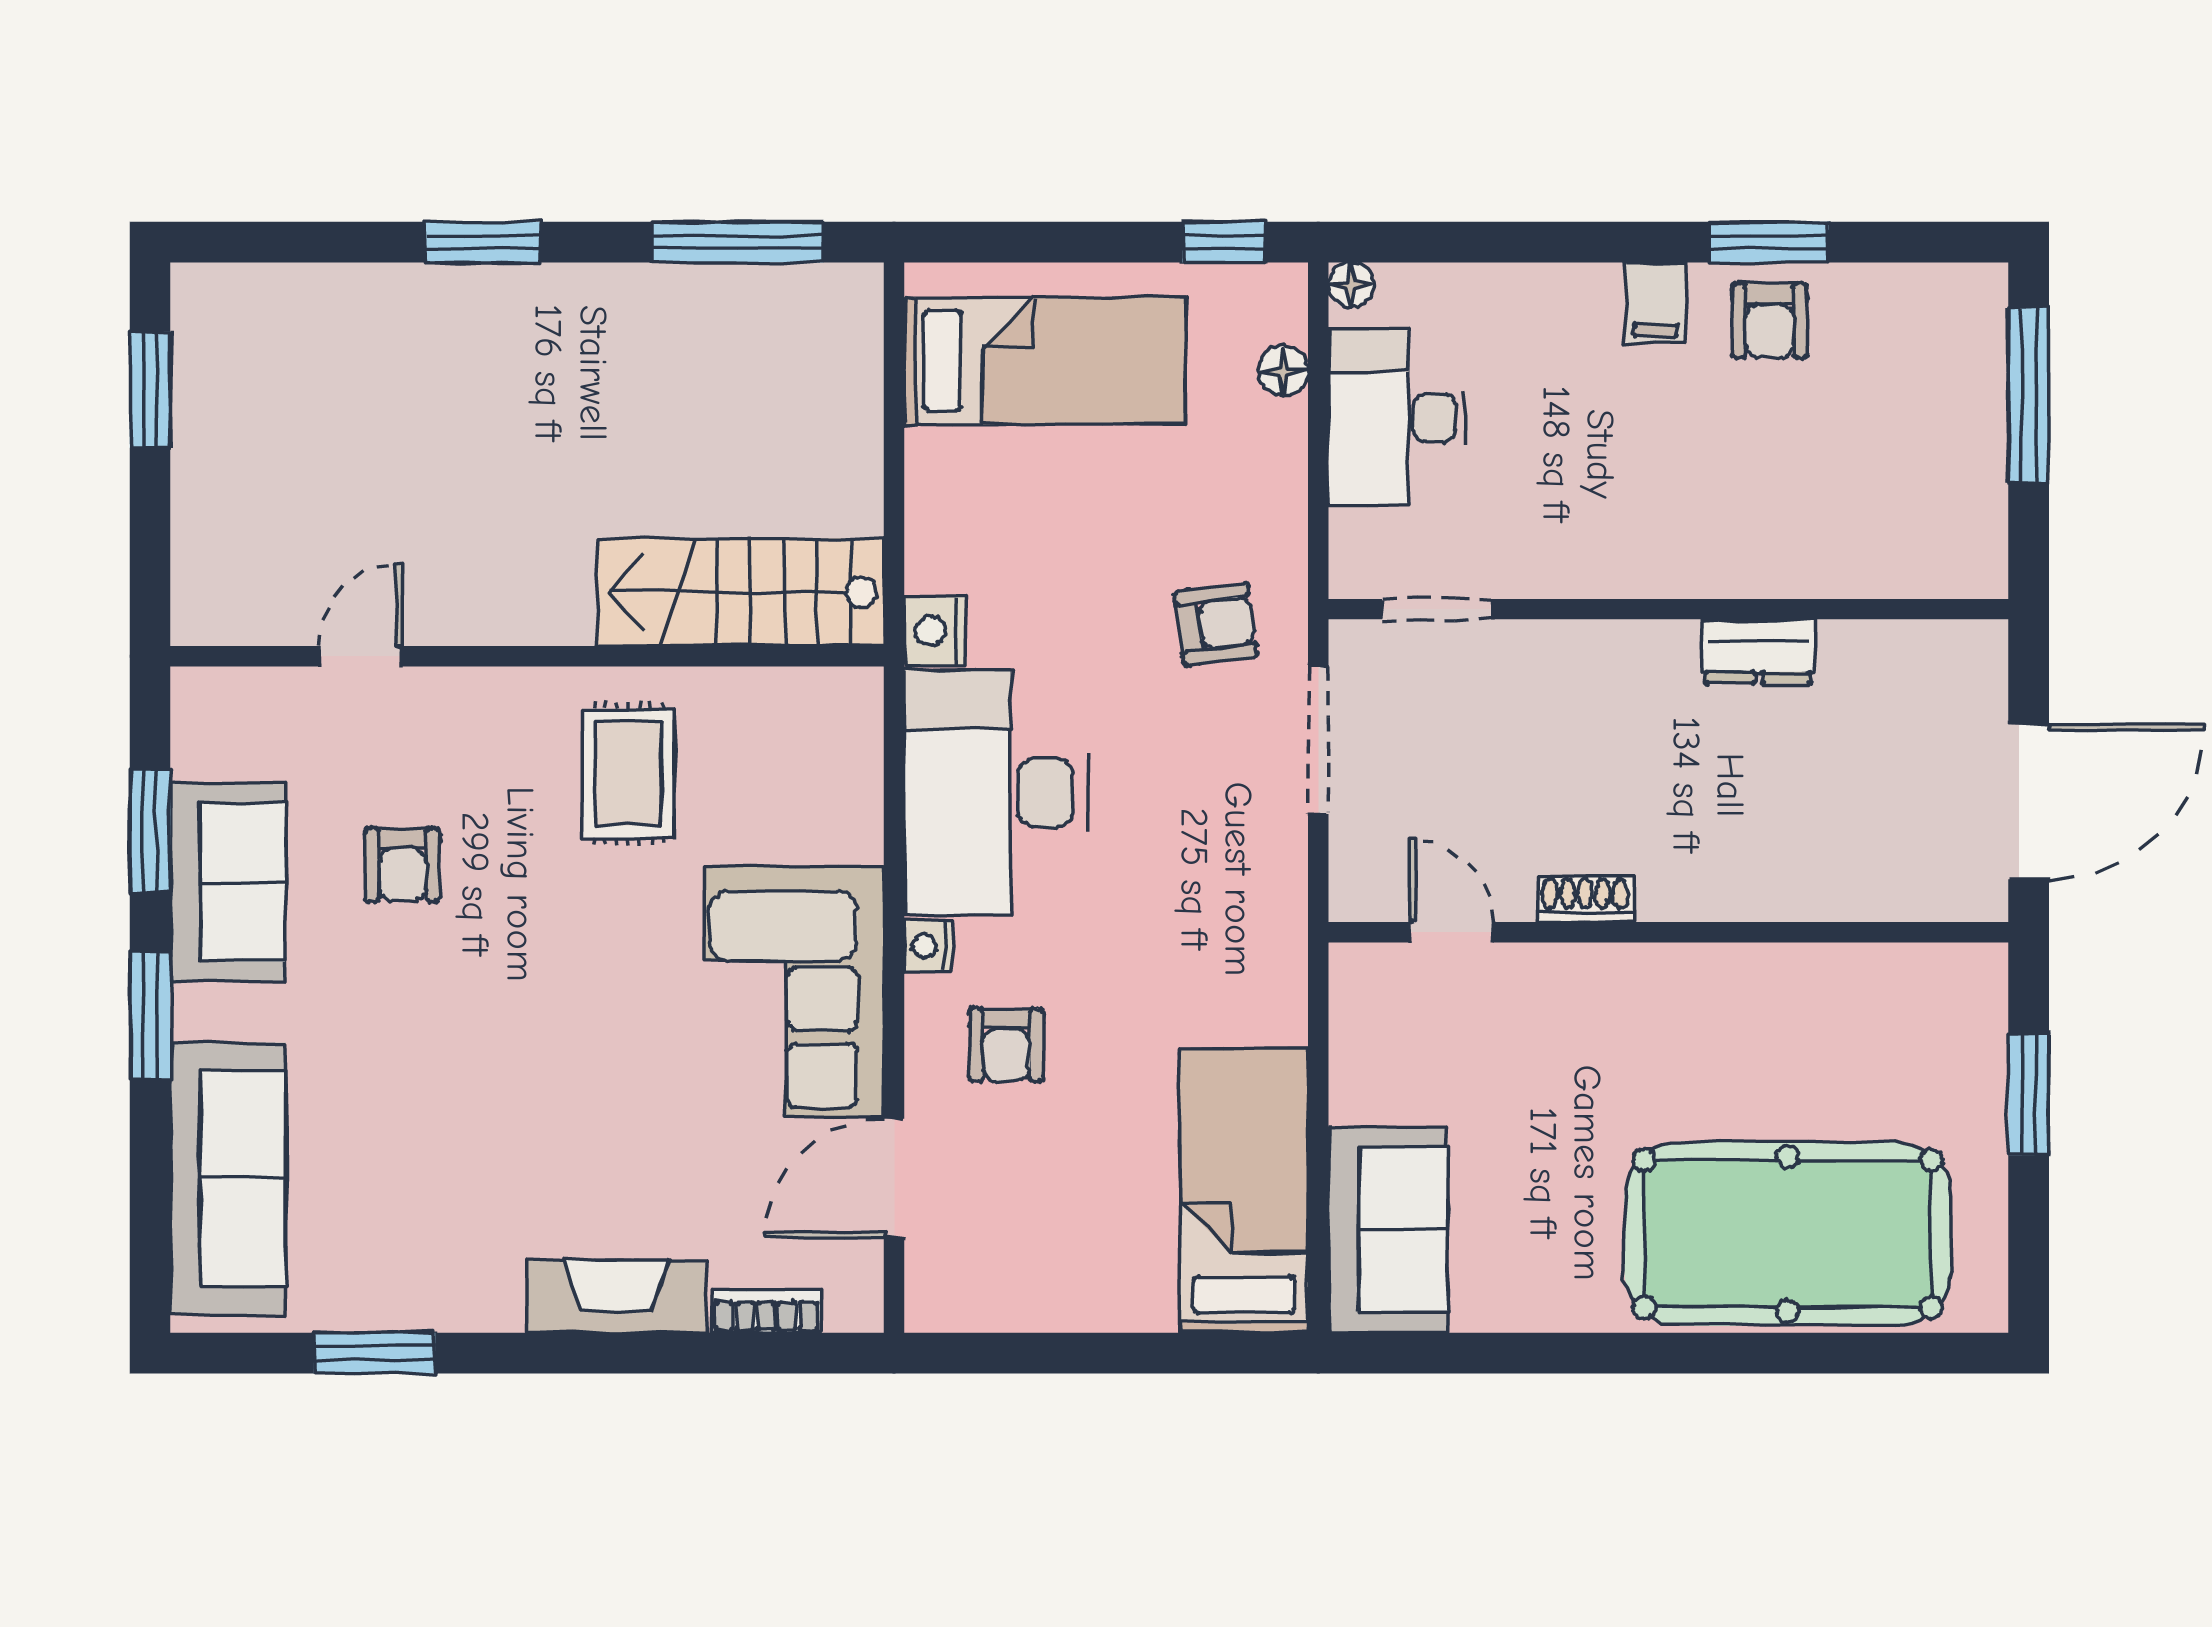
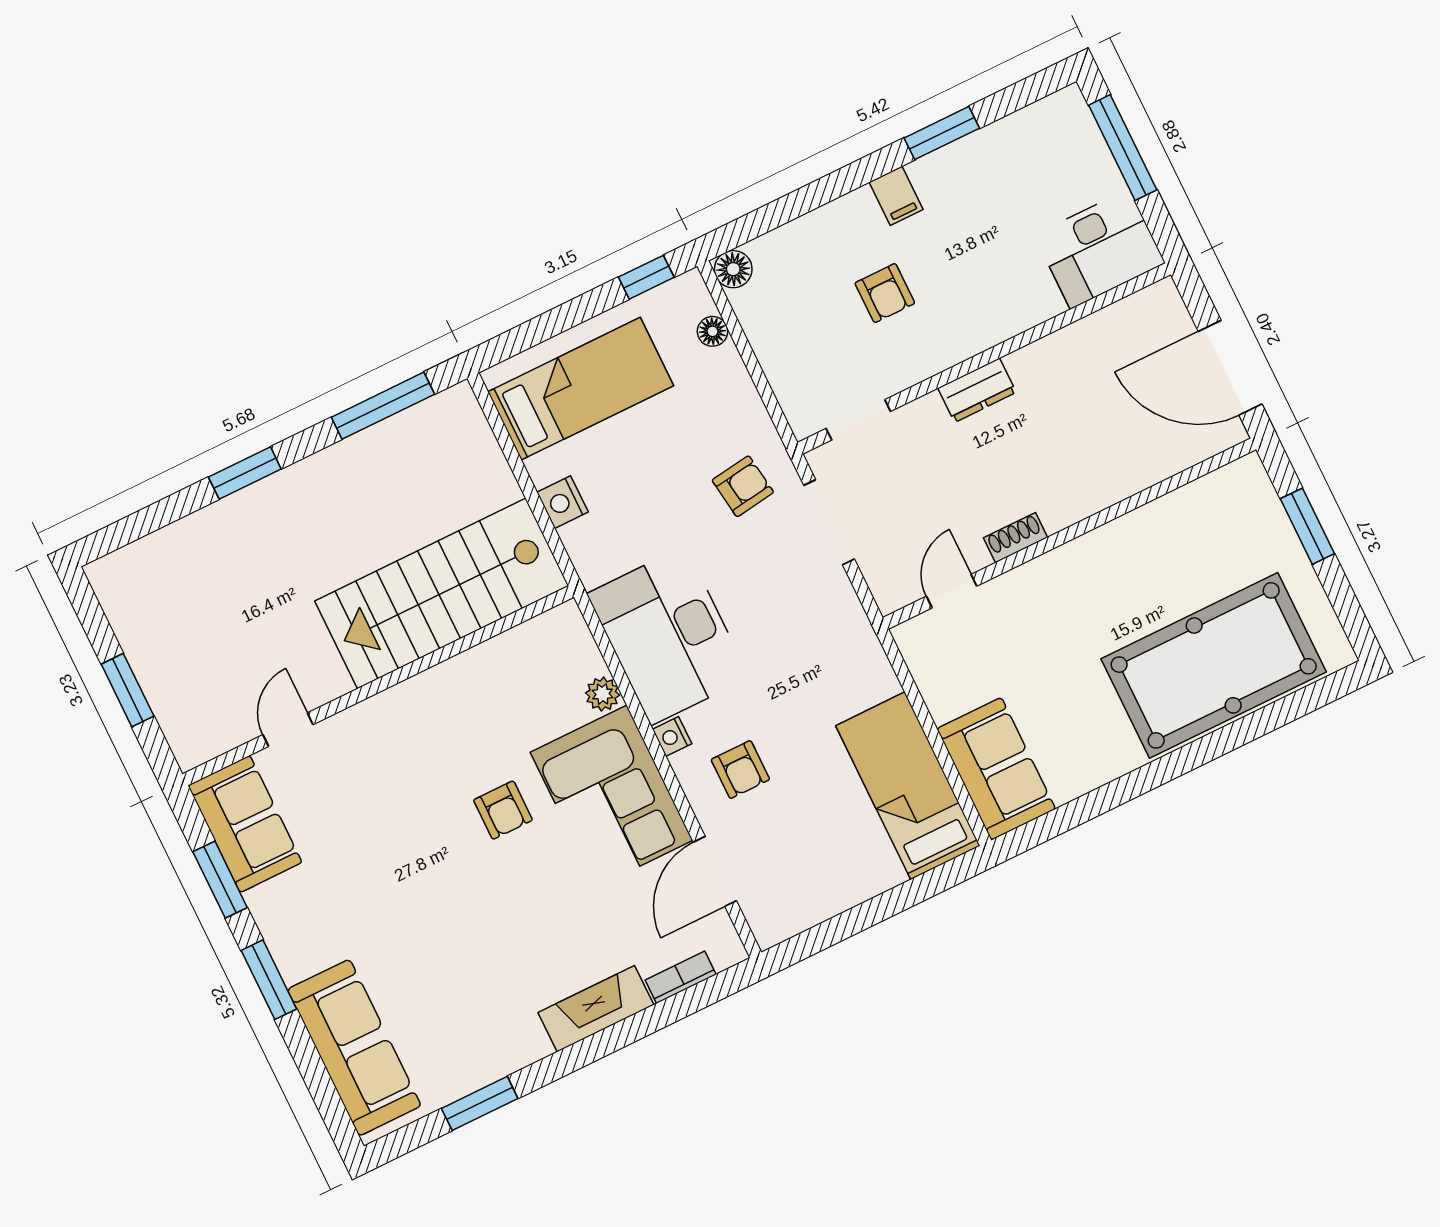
floor lamp: (1351, 285) -> (733, 269), width x1.37, depth x1.37
armchair: (1769, 321) -> (885, 293), moved
window: (150, 390) -> (128, 690), moved
desk: (1397, 418) -> (1100, 249), moved, turned -90
stairs: (741, 592) -> (442, 593), width x1.36, depth x1.51
nightstand: (935, 631) -> (562, 502), moved
dresser: (1758, 651) -> (977, 390), moved
rug: (628, 774) -> (464, 722), removed
door: (2029, 802) -> (1230, 368), swing flipped
plant: (855, 832) -> (603, 694), added
armchair: (403, 865) -> (503, 810), moved
sofa: (228, 882) -> (245, 824), moved
door: (1451, 932) -> (952, 591), hinge flipped

